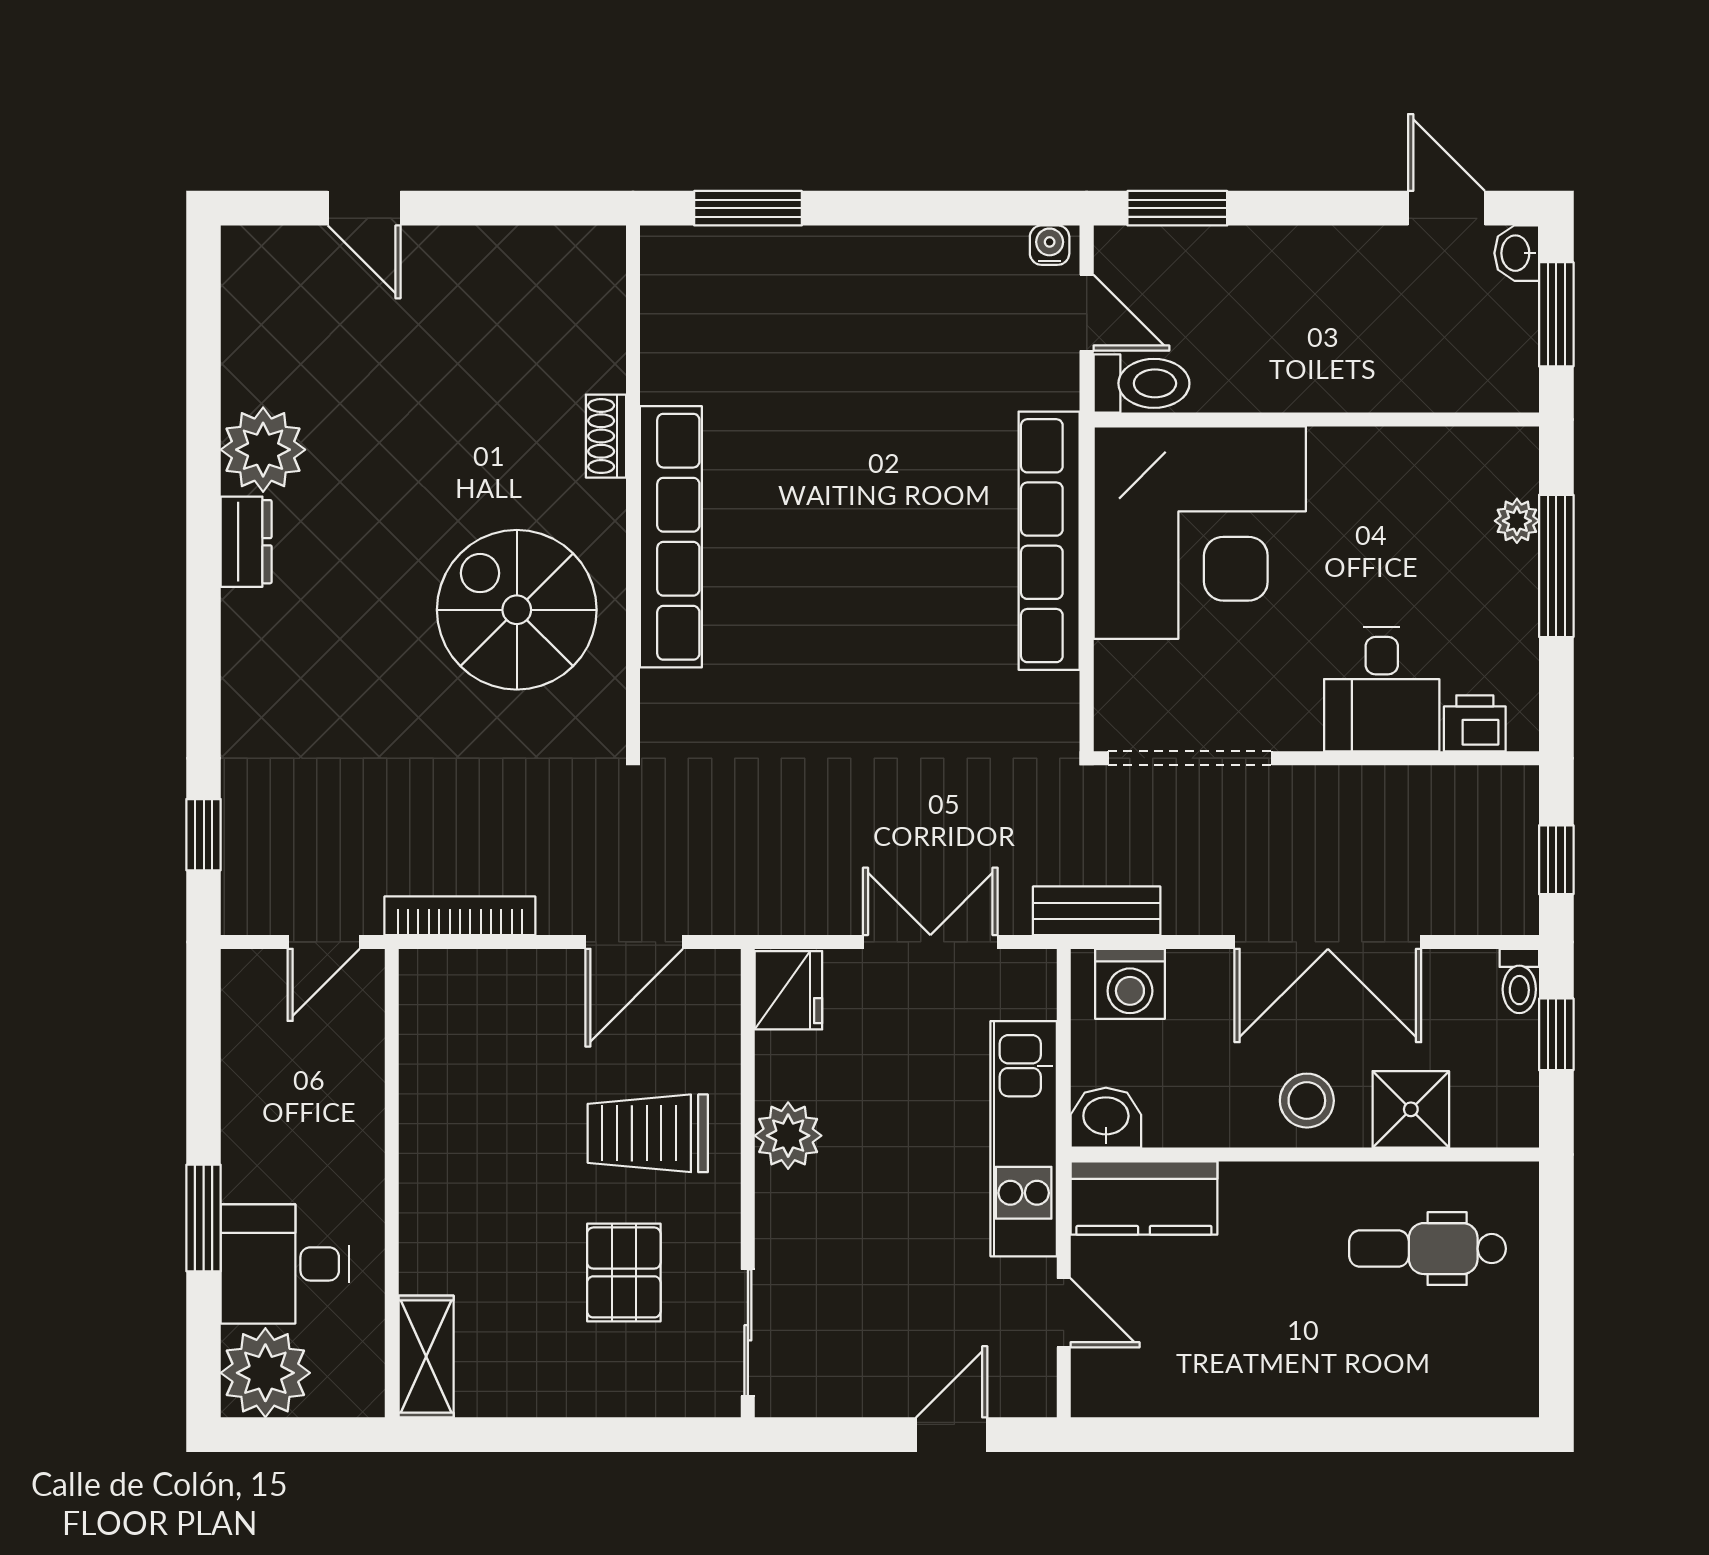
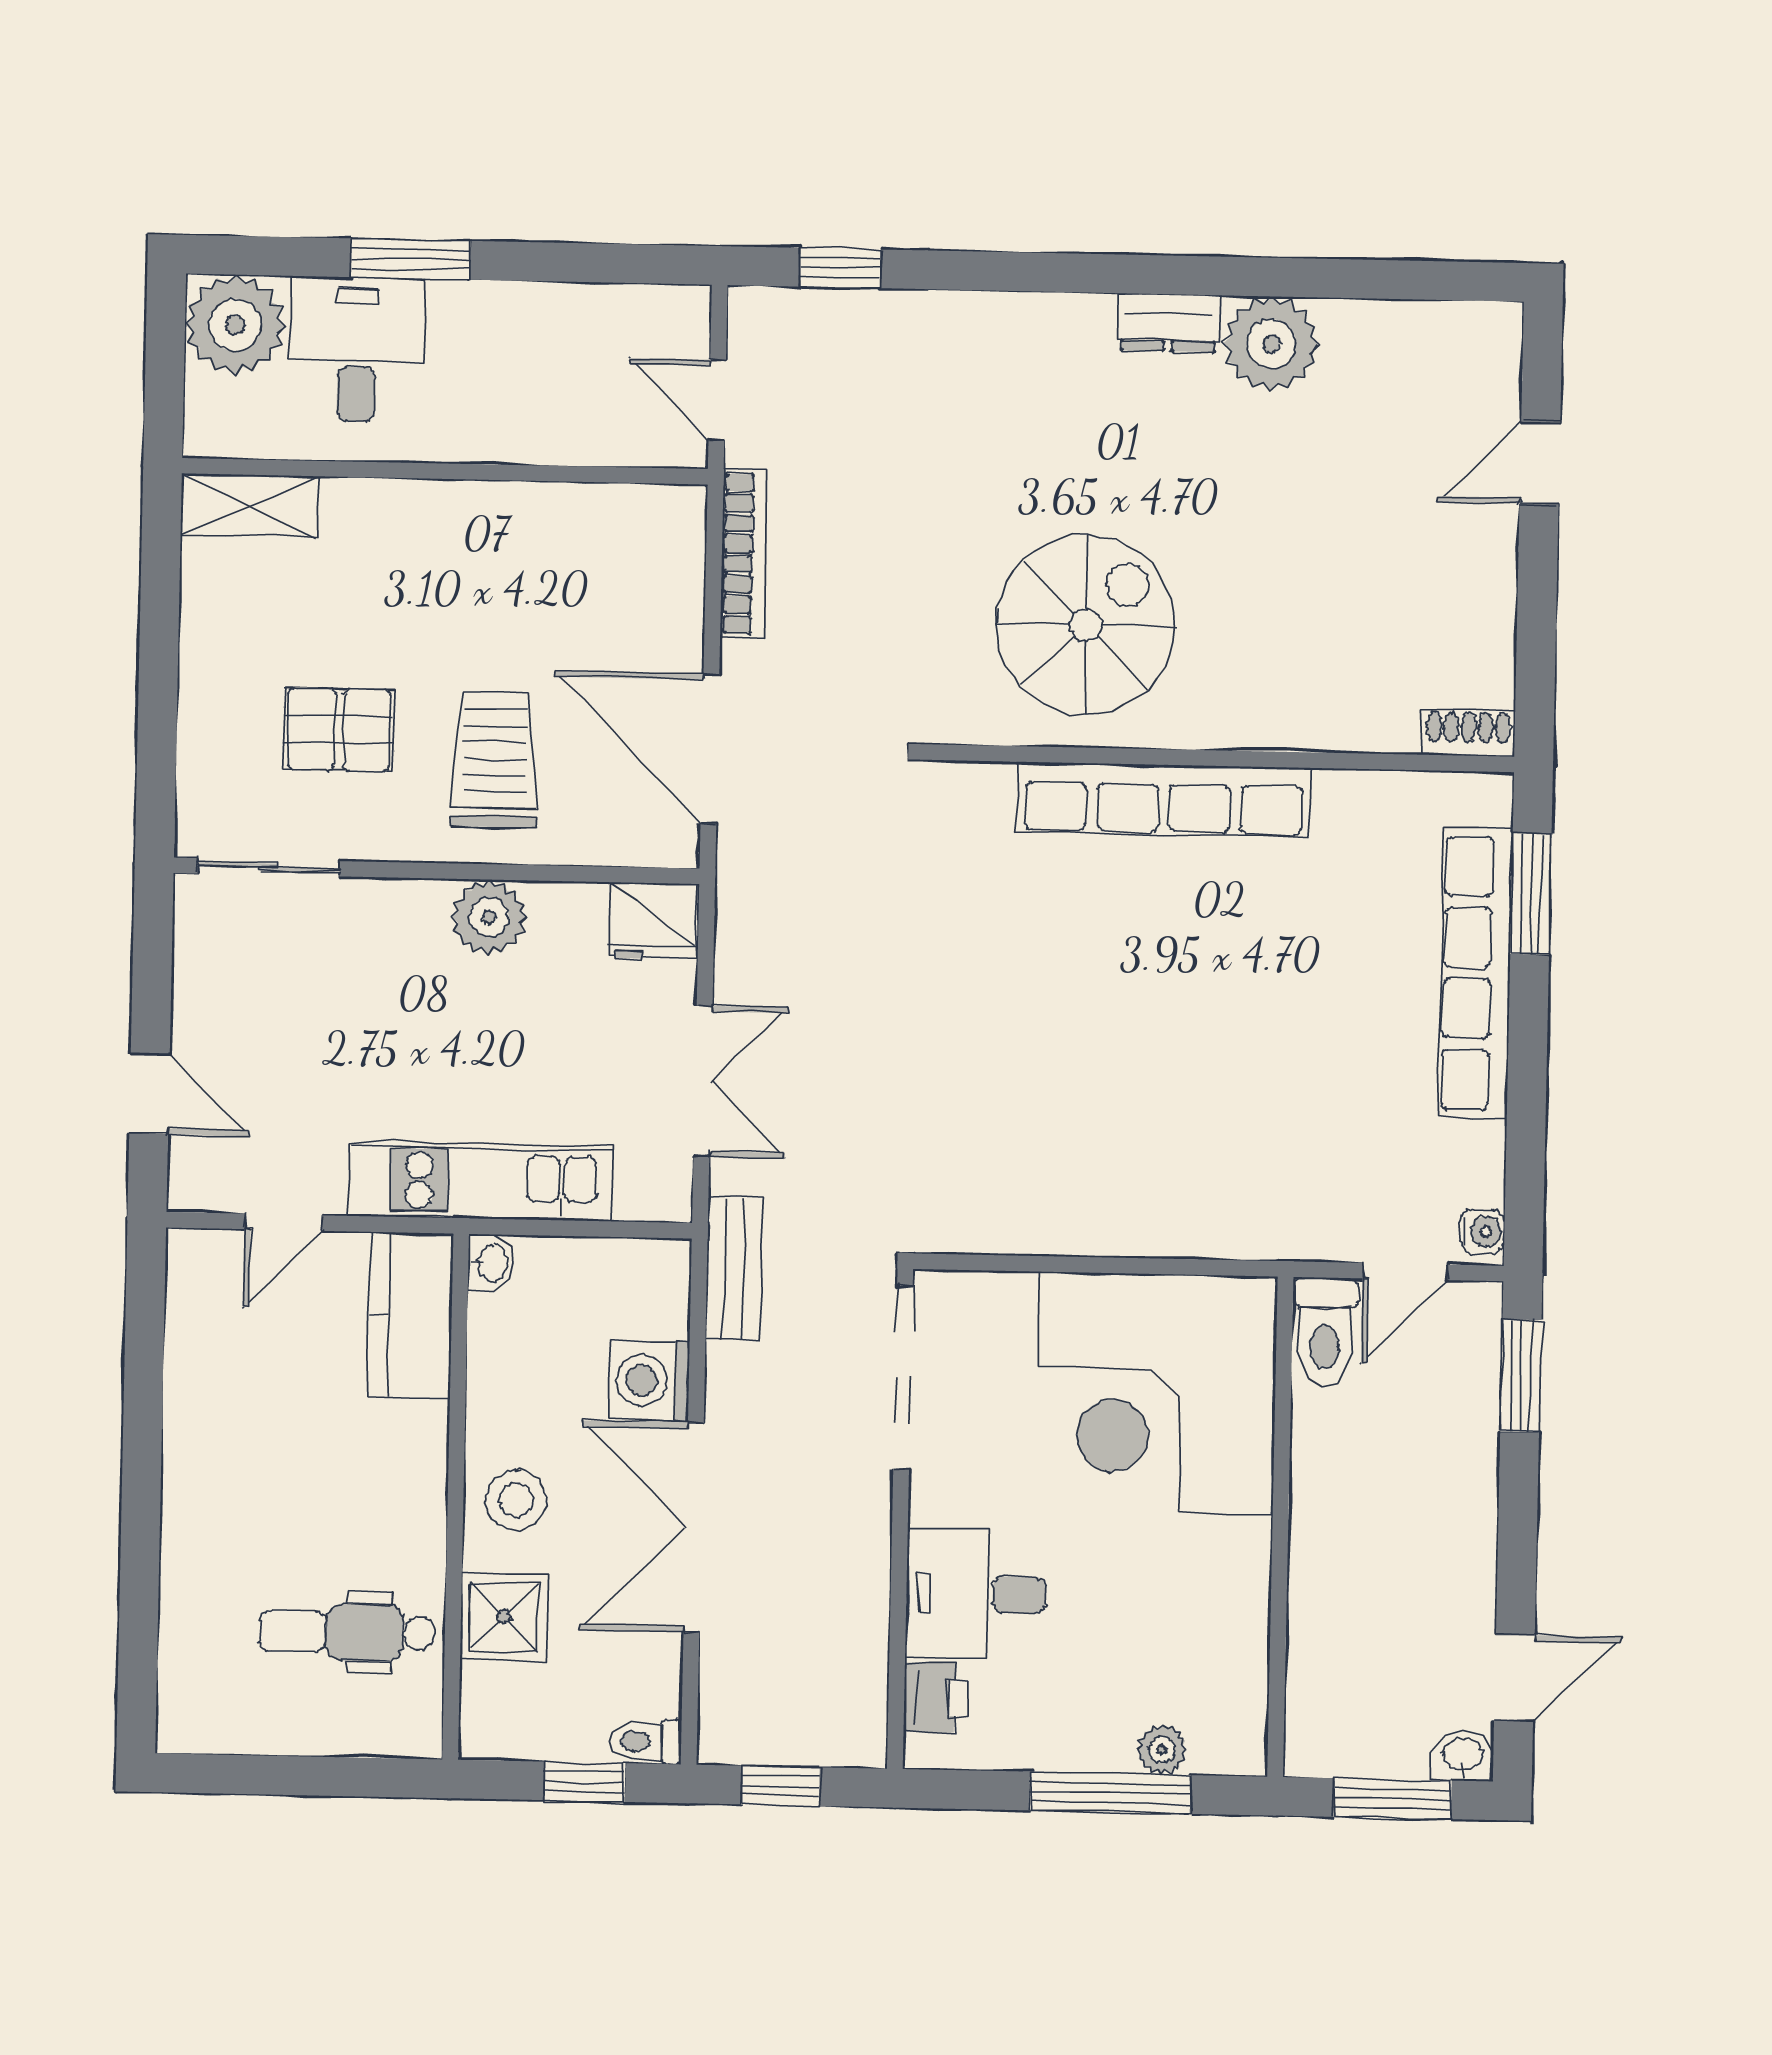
shoe rack: (606, 436) -> (1468, 733), moved
row of seats: (1049, 541) -> (1476, 973), moved, turned -90
door: (634, 942) -> (710, 749), width x1.36
washing machine: (1130, 984) -> (650, 1381), moved
washbasin: (1106, 1118) -> (492, 1263), width x0.72, depth x0.69
dental chair: (1428, 1249) -> (347, 1632), turned -90

